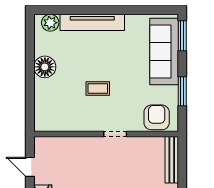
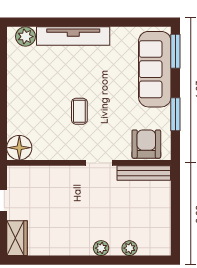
floor lamp: (45, 67) -> (19, 148), moved
coffee table: (98, 89) -> (79, 111), turned 90
bench: (172, 160) -> (144, 173), moved, turned 90

